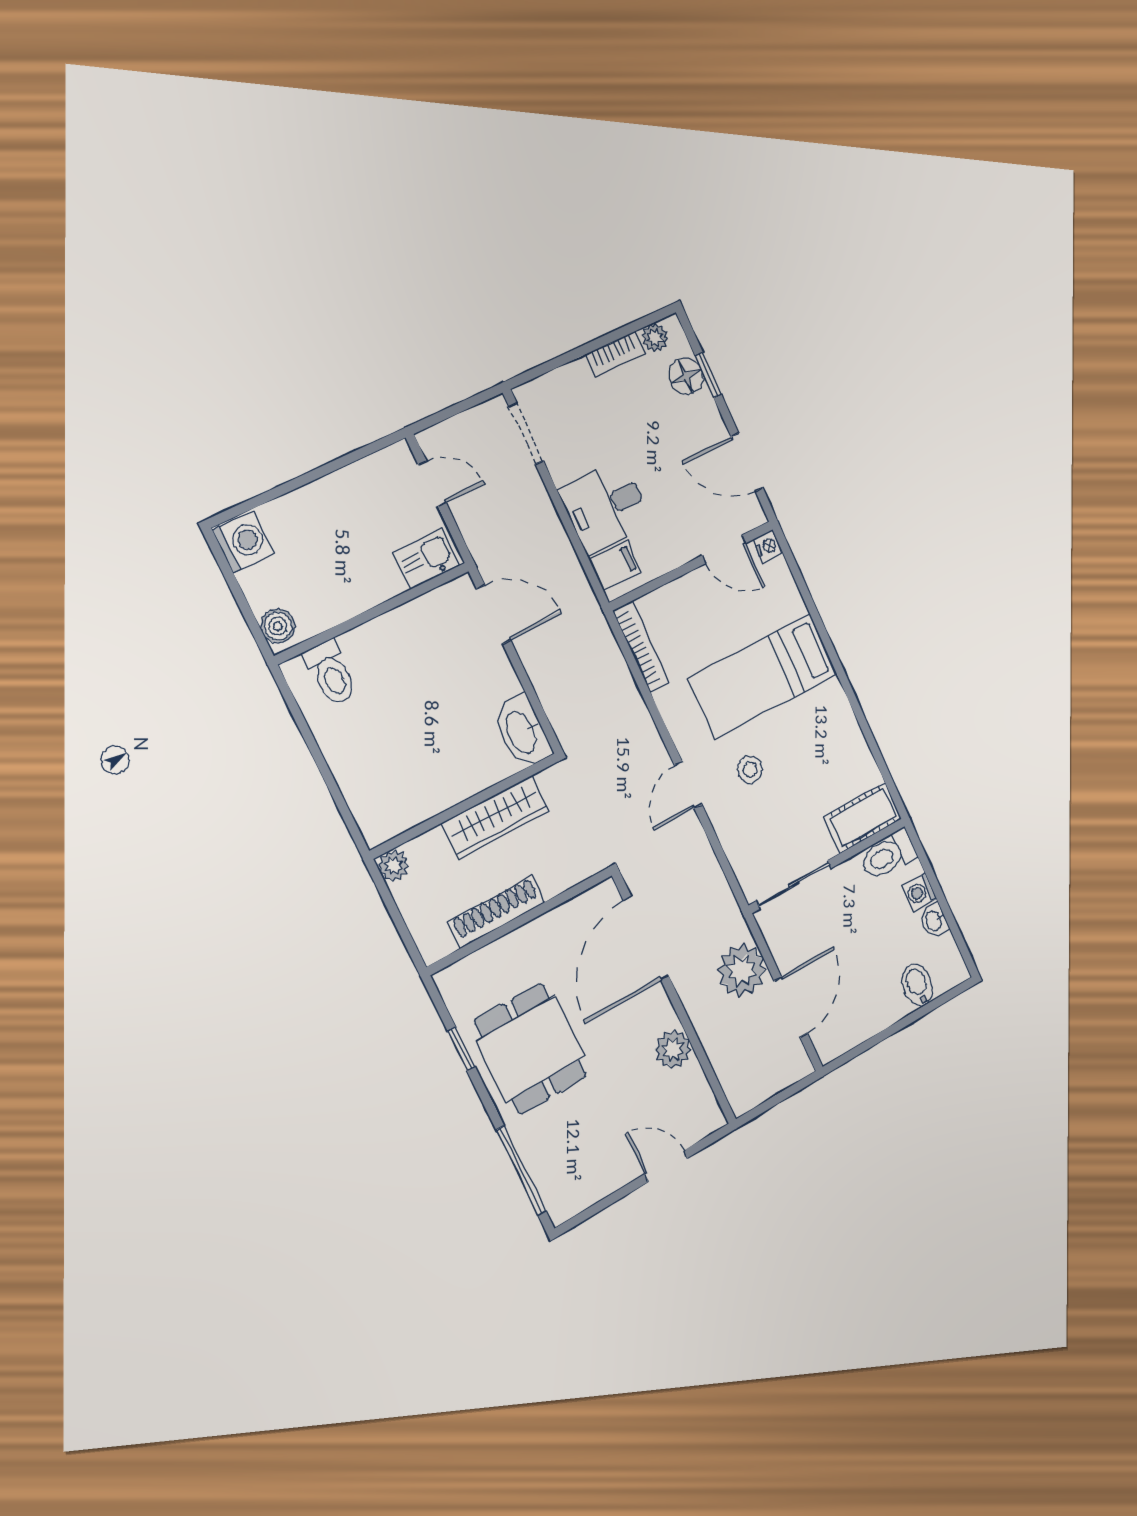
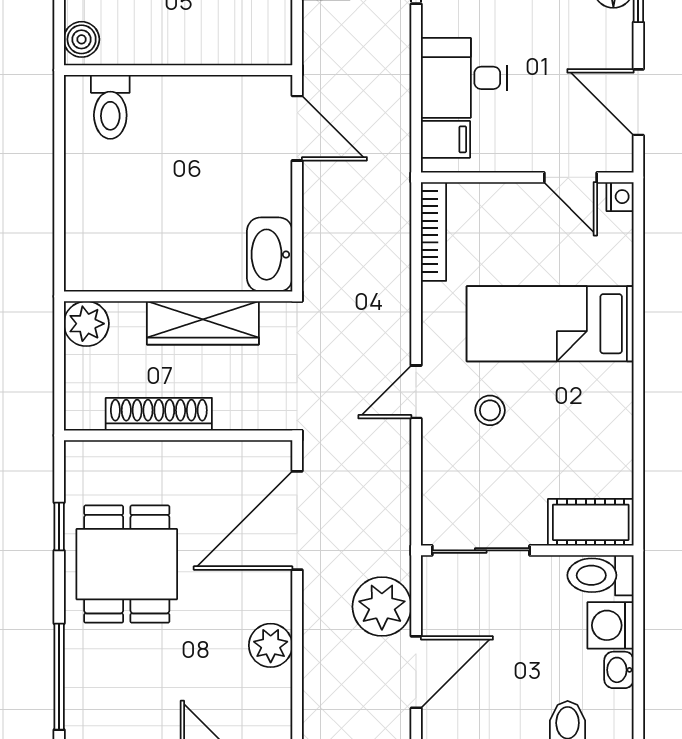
kitchen sink: (426, 559) -> (256, 44), removed
plant: (394, 866) -> (86, 324), width x1.38, depth x1.38
washing machine: (919, 892) -> (610, 625), width x1.38, depth x1.38

